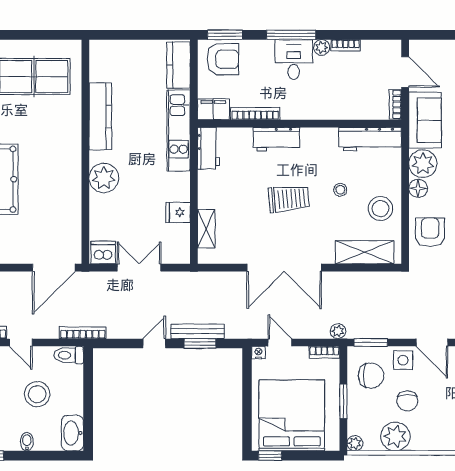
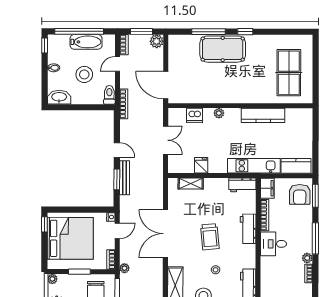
desk: (294, 60) -> (273, 244), moved, turned 180
plant: (104, 178) -> (219, 113), width x0.53, depth x0.53
dishwasher: (103, 253) -> (195, 115), moved, turned 90

